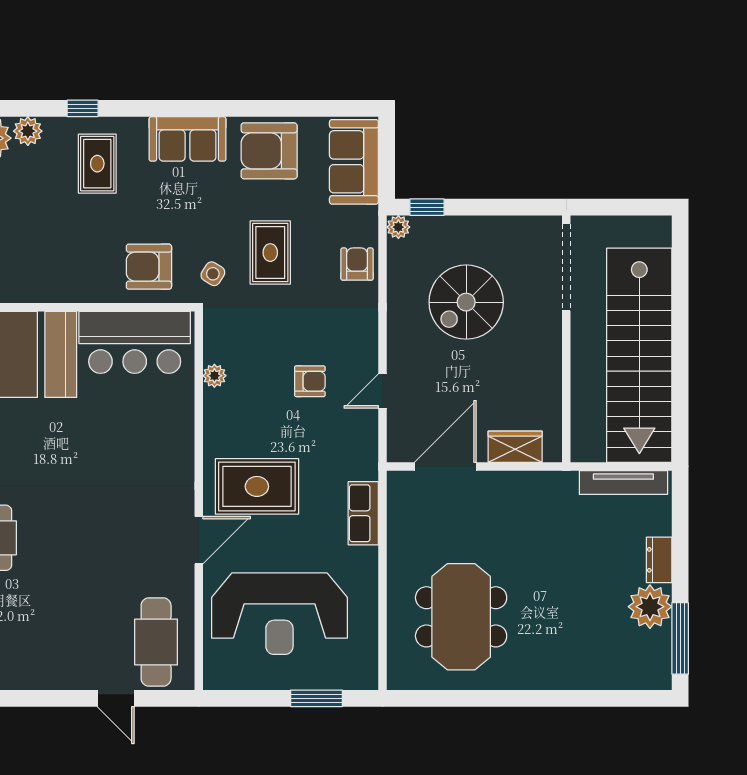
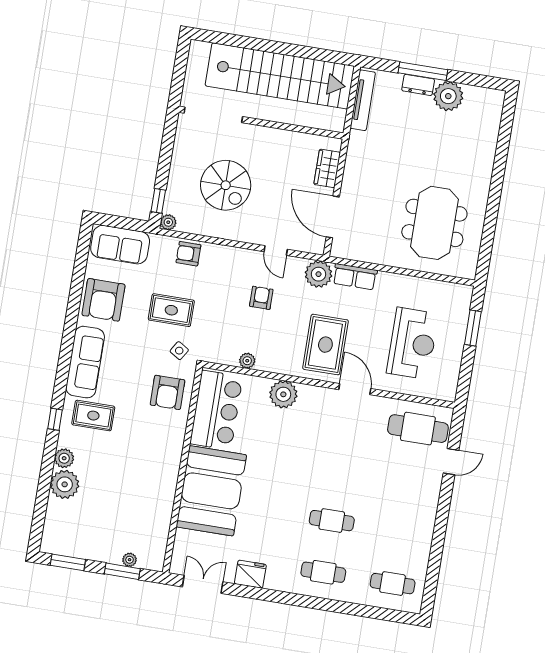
sofa: (188, 139) -> (85, 362), width x1.36
plant: (174, 437) -> (283, 394), added
plant: (358, 459) -> (319, 274), added
reception desk: (279, 614) -> (413, 343), width x0.74, depth x0.77
meeting table: (461, 617) -> (434, 223), turned 90
window: (680, 638) -> (423, 71), moved

